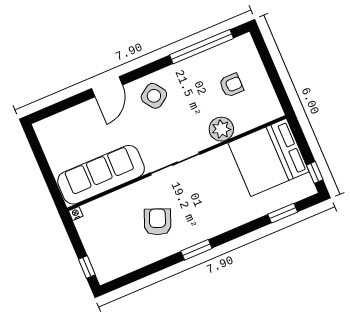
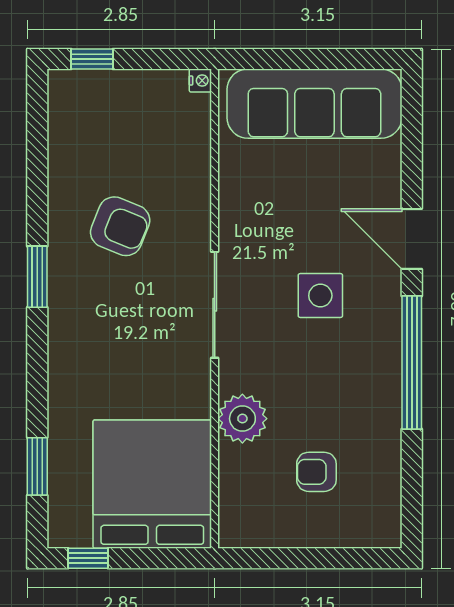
window: (201, 47) -> (412, 363), moved
armchair: (231, 85) -> (316, 472), turned 90
side table: (154, 96) -> (320, 296), moved, turned 35
sofa: (101, 175) -> (314, 104), moved, turned 90

